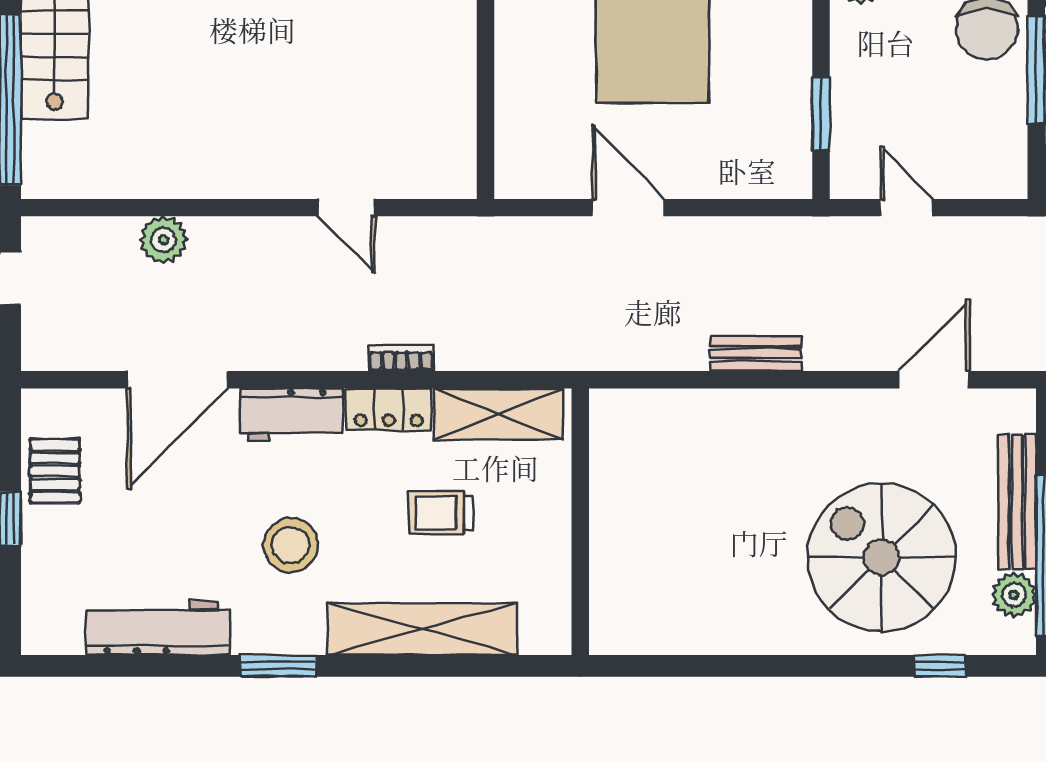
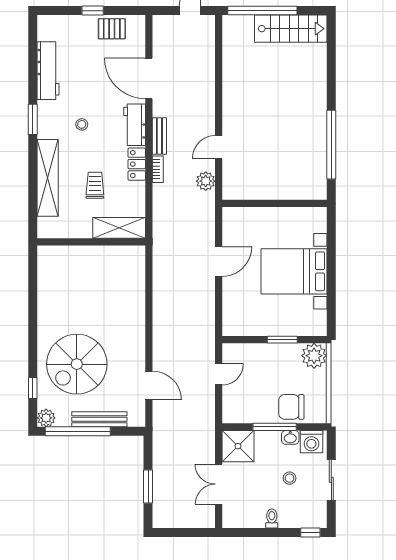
window: (821, 114) -> (282, 340), moved
plant: (164, 240) -> (206, 181), moved
bench: (756, 354) -> (159, 136), moved
shelving: (499, 414) -> (119, 228), moved, turned 90
stool: (291, 545) -> (82, 124), width x0.53, depth x0.53
spiral stairs: (881, 557) -> (77, 364), turned 180
plant: (1014, 595) -> (46, 418), moved

